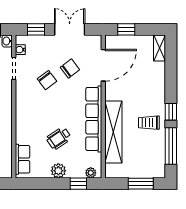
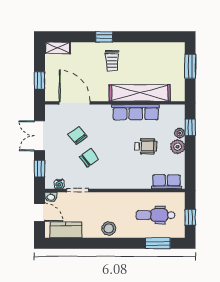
window: (171, 112) -> (104, 37), moved
row of seats: (94, 119) -> (136, 112), width x0.73
trolley: (149, 123) -> (112, 61), moved
wheelchair: (59, 138) -> (146, 146), turned -56
window: (171, 146) -> (153, 37), removed
plant: (91, 173) -> (180, 133), moved

